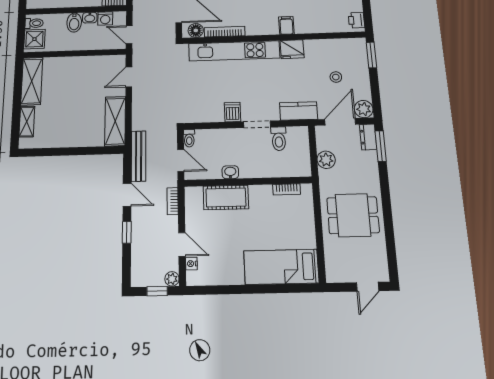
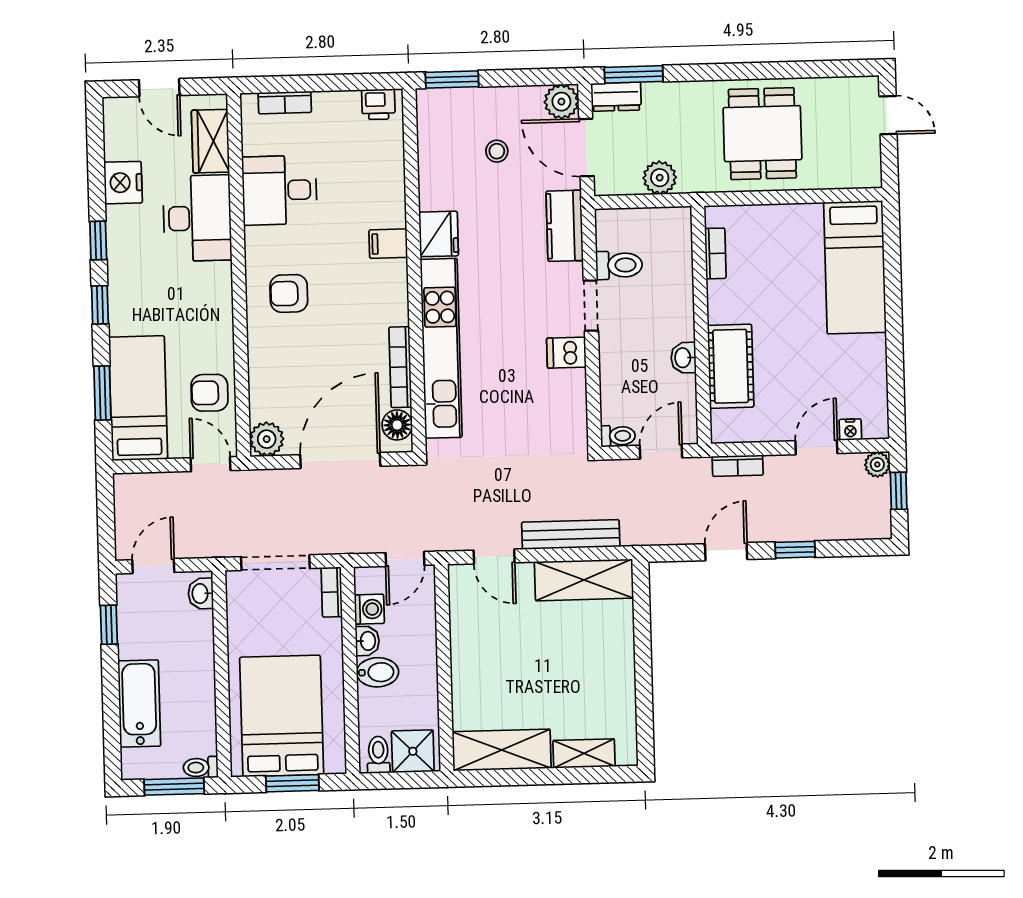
bench: (139, 156) -> (571, 534), moved

